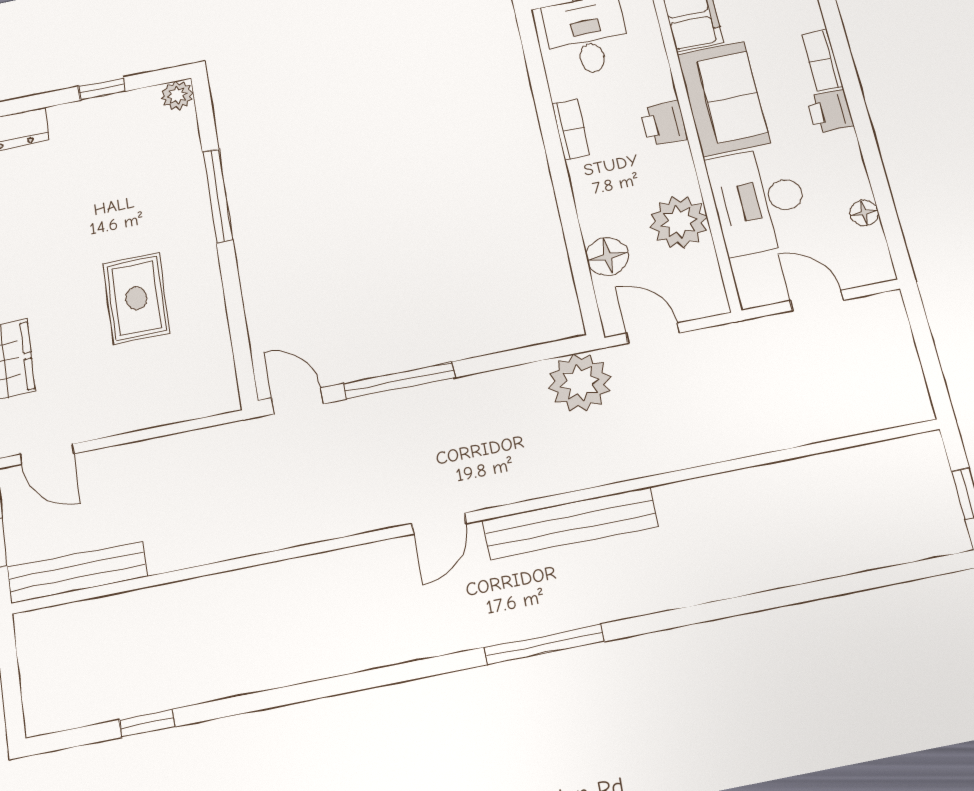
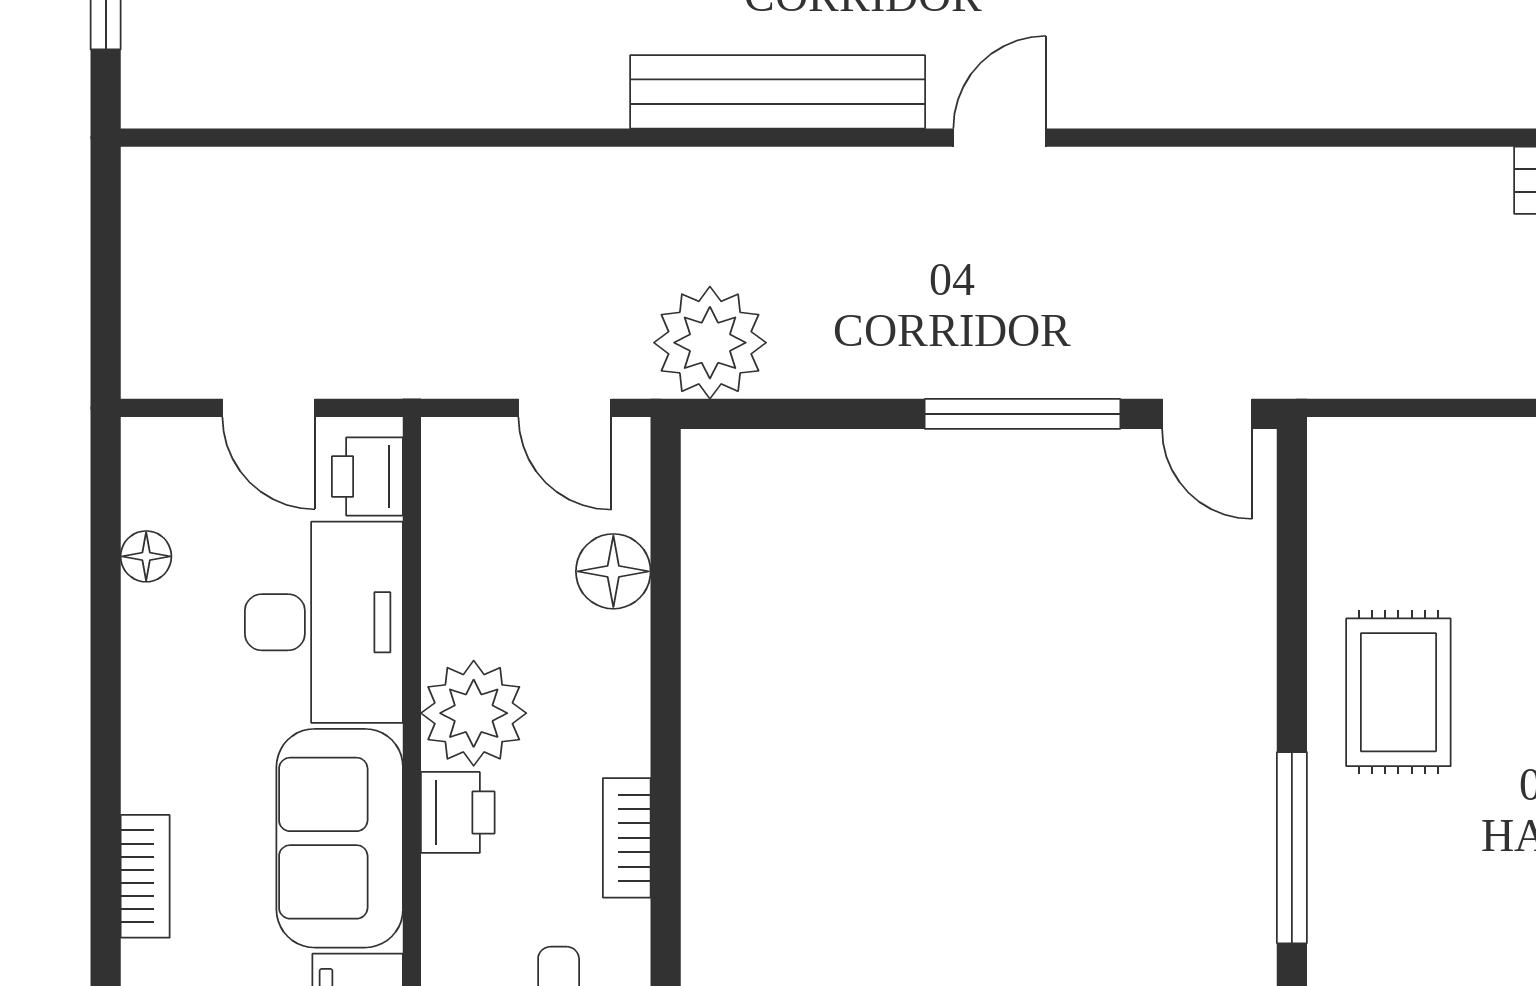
printer: (830, 111) -> (367, 477), moved, turned 180
plant: (679, 222) -> (474, 713), moved
rug: (136, 298) -> (1398, 692), moved

